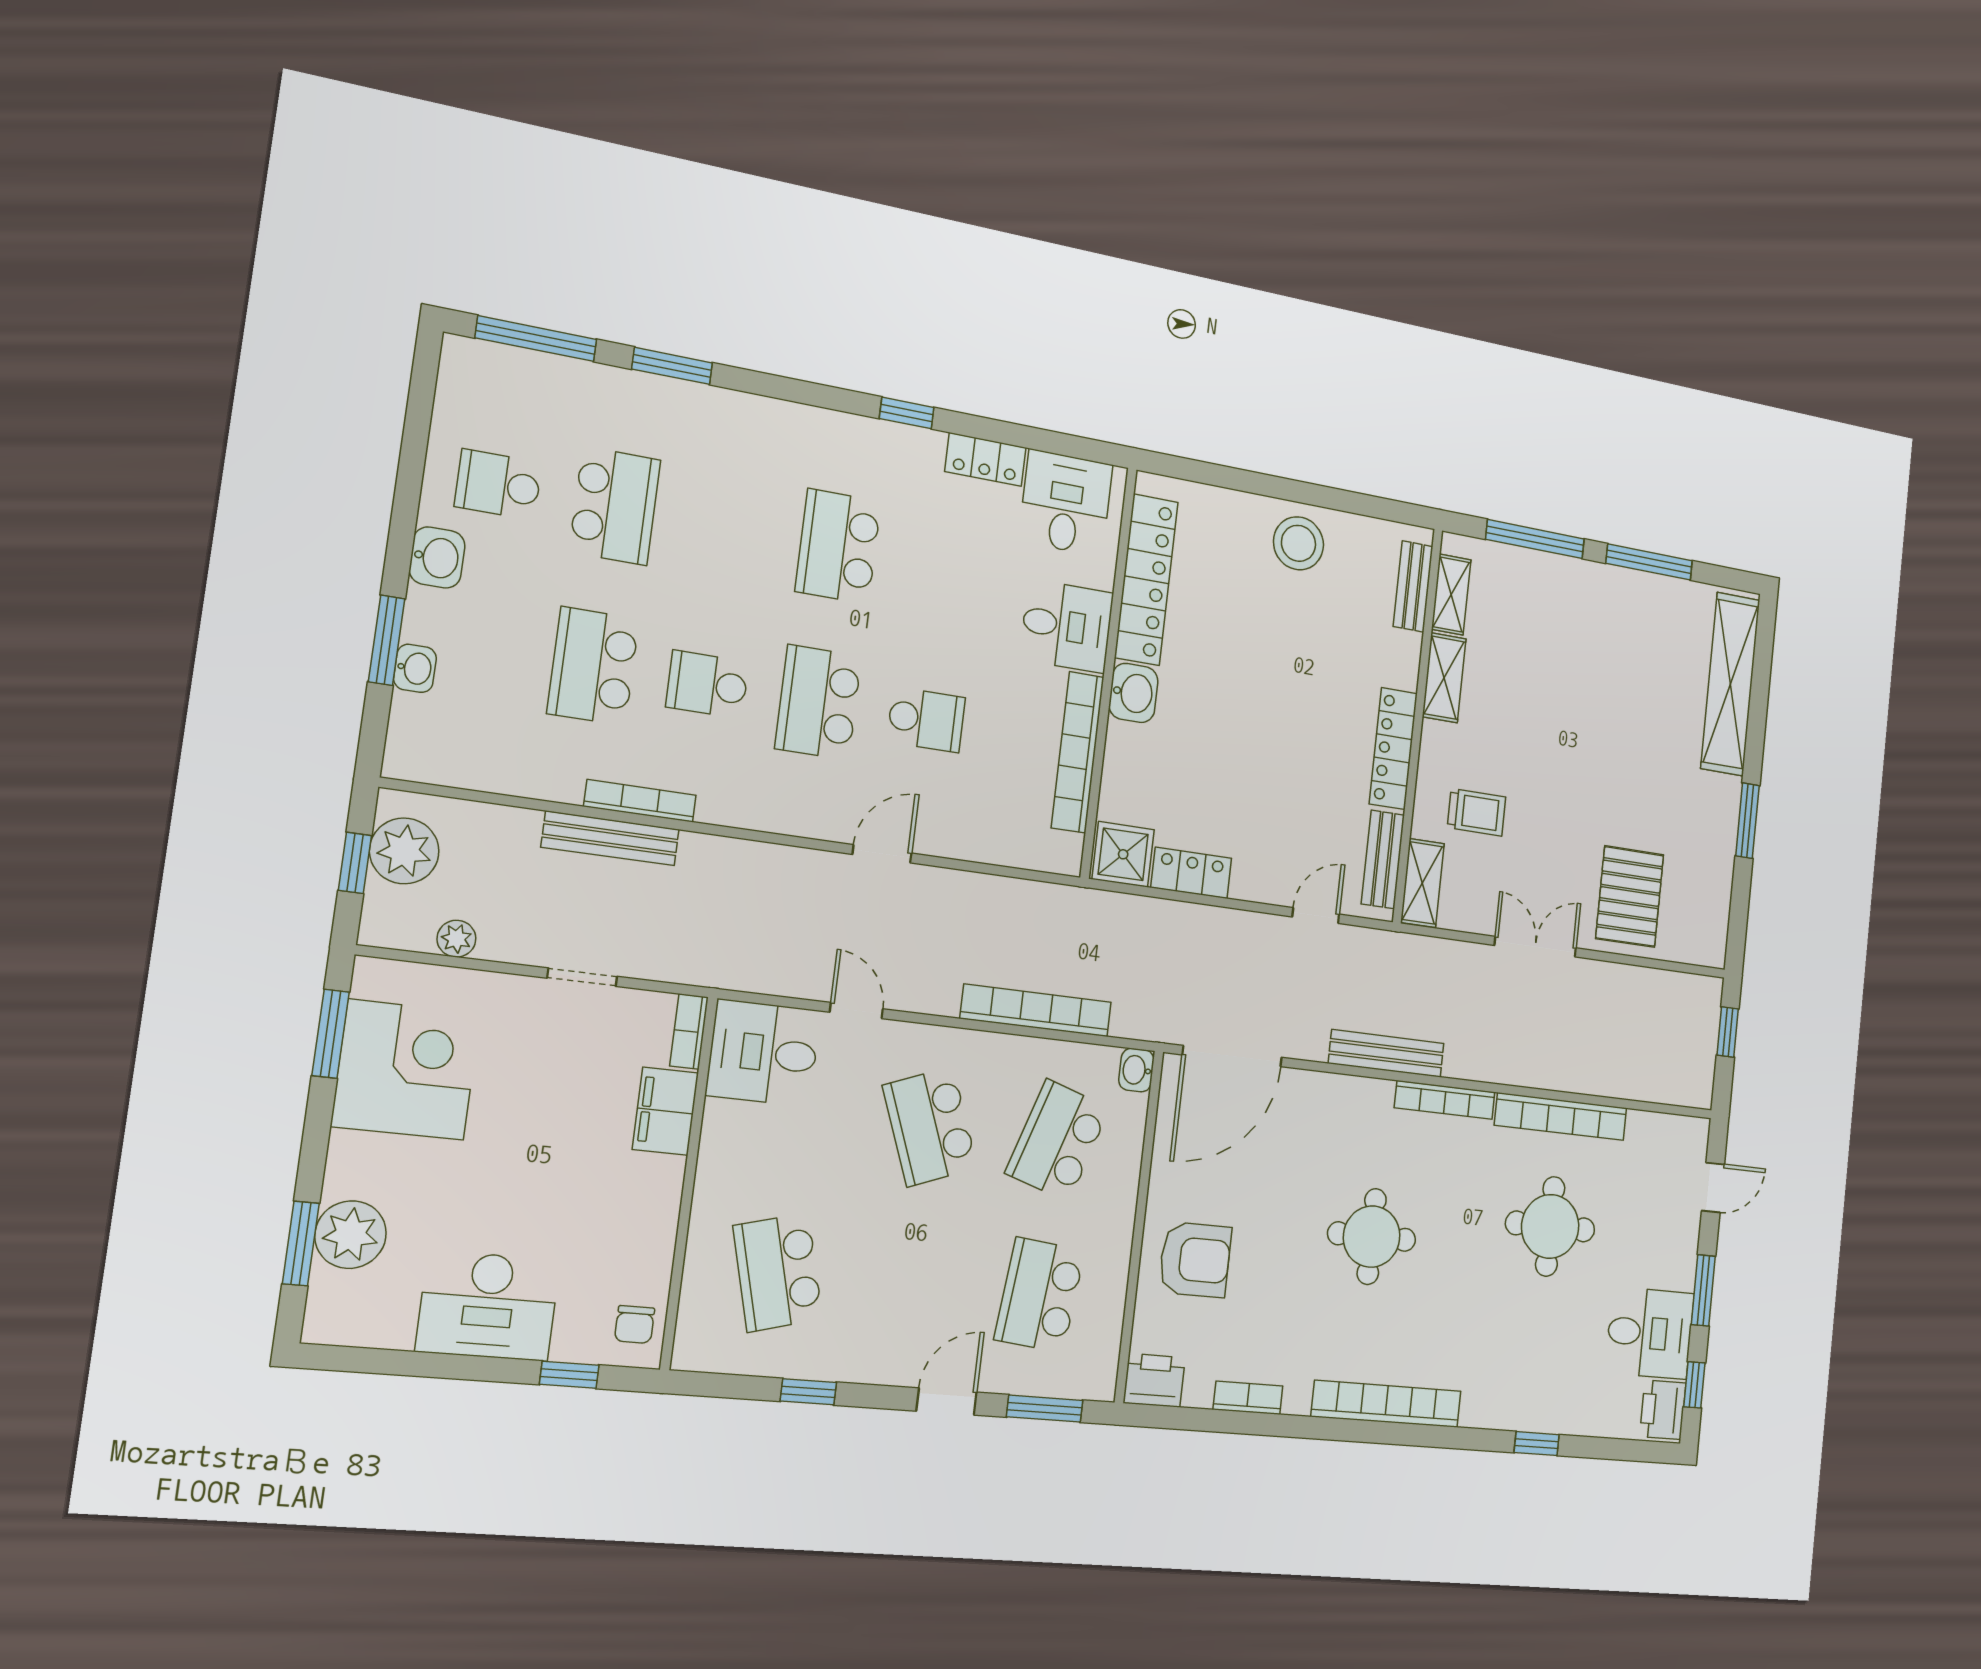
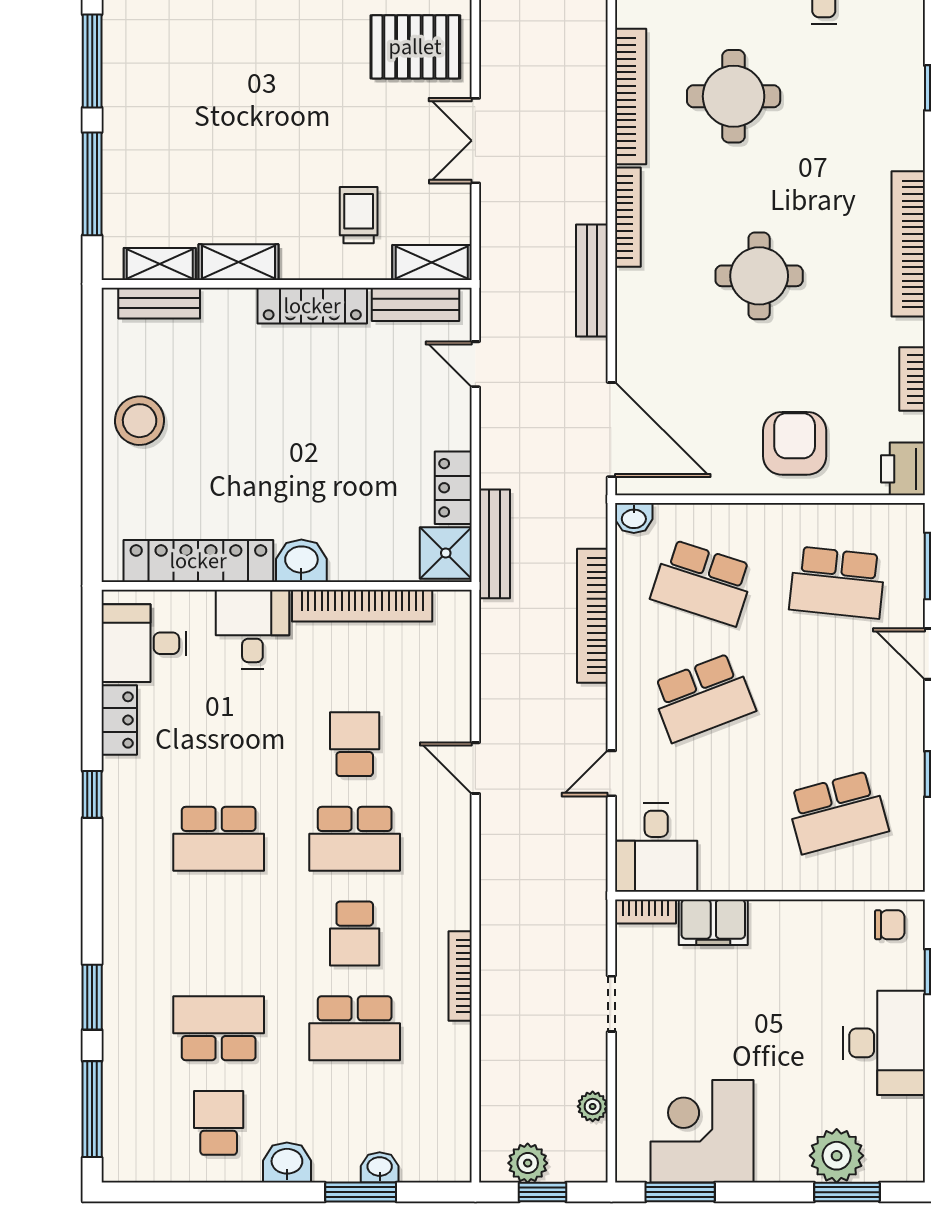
school desk: (498, 485) -> (219, 1123), turned 180
bench: (610, 838) -> (494, 544), moved
plant: (404, 851) -> (528, 1163), width x0.73, depth x0.73

